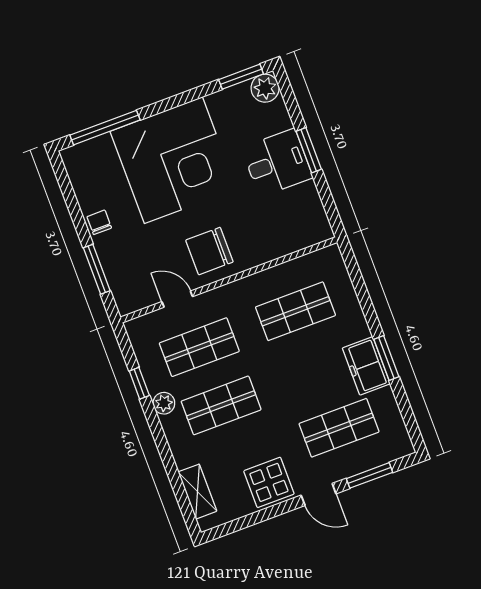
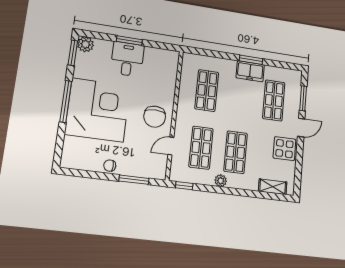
window: (105, 128) -> (66, 101), moved
window: (139, 383) -> (184, 186), moved

